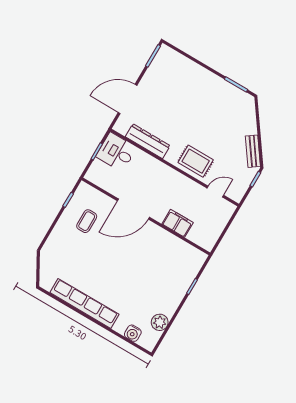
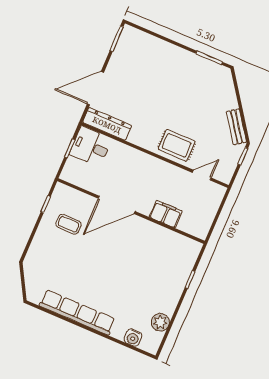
dresser: (148, 141) -> (107, 124), moved
coffee table: (87, 221) -> (68, 224), turned 90

